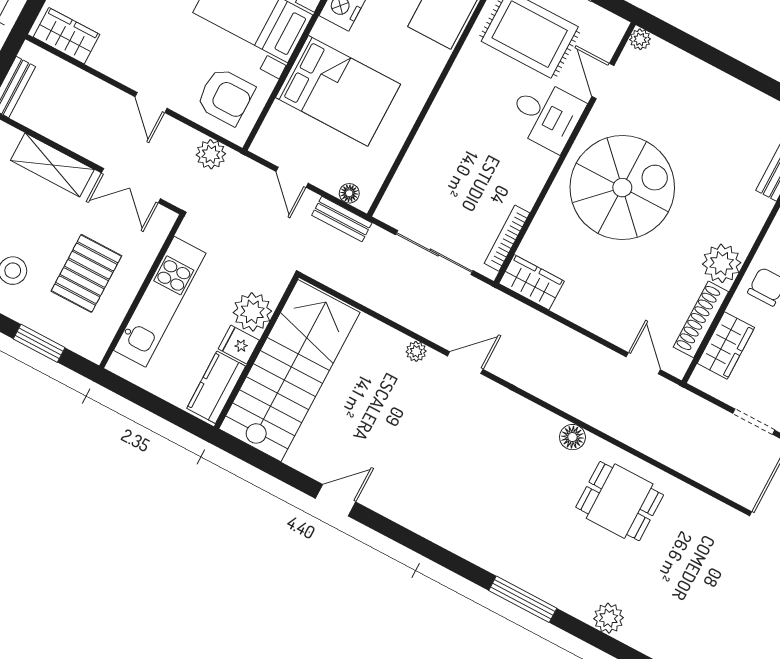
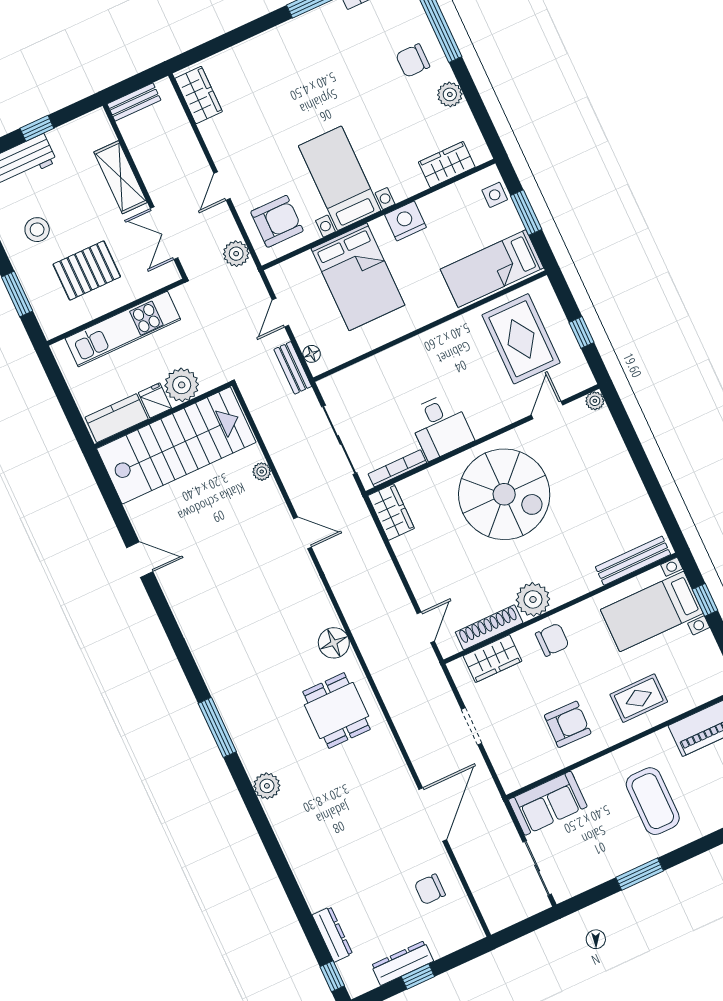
armchair: (226, 96) -> (277, 221), turned -90
desk: (546, 115) -> (440, 426), moved
plant: (416, 351) -> (262, 472), moved
floor lamp: (572, 437) -> (334, 643), width x1.38, depth x1.38

